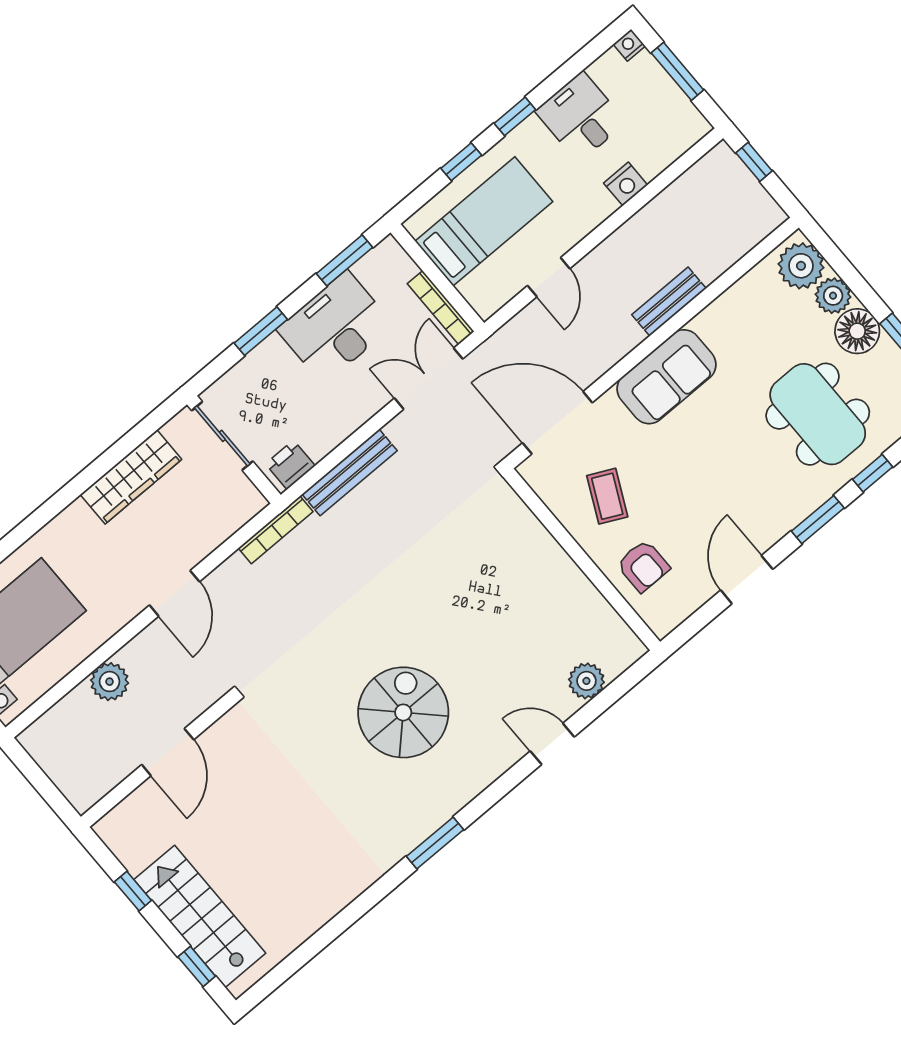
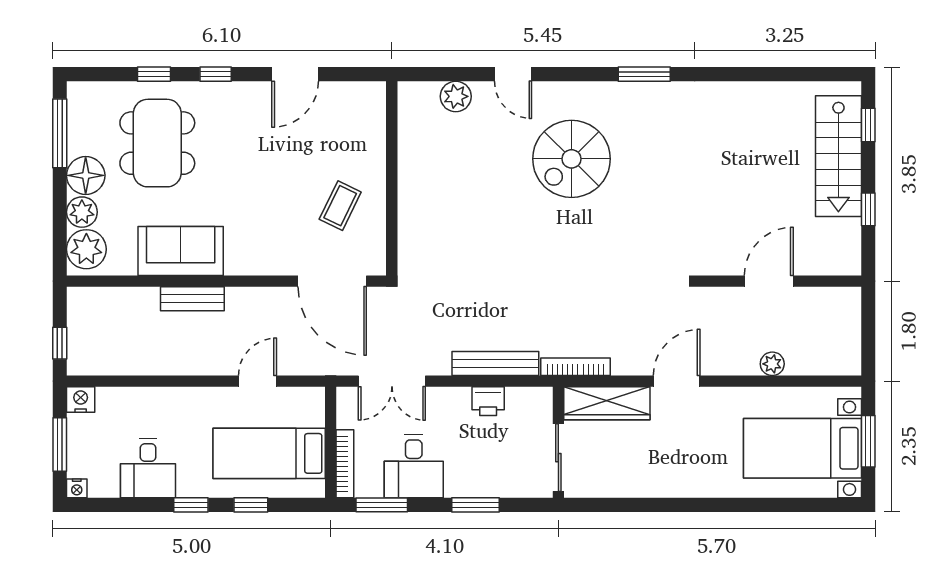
nightstand: (626, 184) -> (81, 400), moved
bookcase: (441, 308) -> (345, 464), moved
desk: (335, 327) -> (414, 466), width x0.73
sofa: (666, 377) -> (181, 251), moved
printer: (290, 465) -> (488, 401), moved
wardrobe: (131, 477) -> (607, 403), moved, turned 180
window: (818, 520) -> (216, 74), width x0.67
armchair: (643, 566) -> (355, 140), removed
plant: (110, 682) -> (772, 364), width x0.73, depth x0.73
spiral stairs: (403, 712) -> (572, 159), moved

